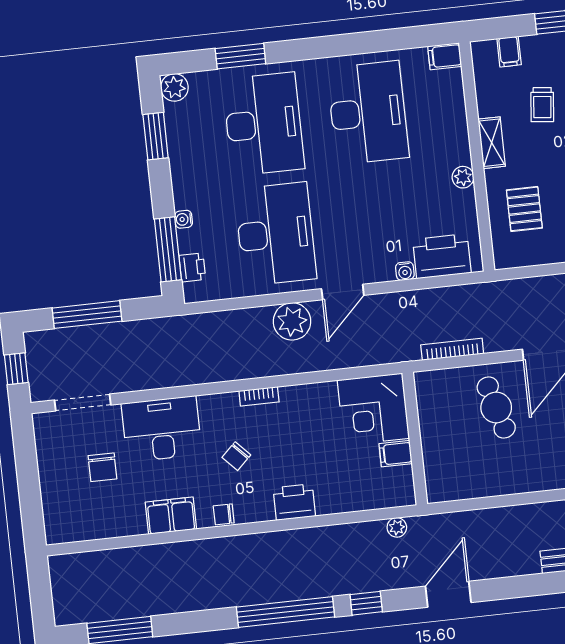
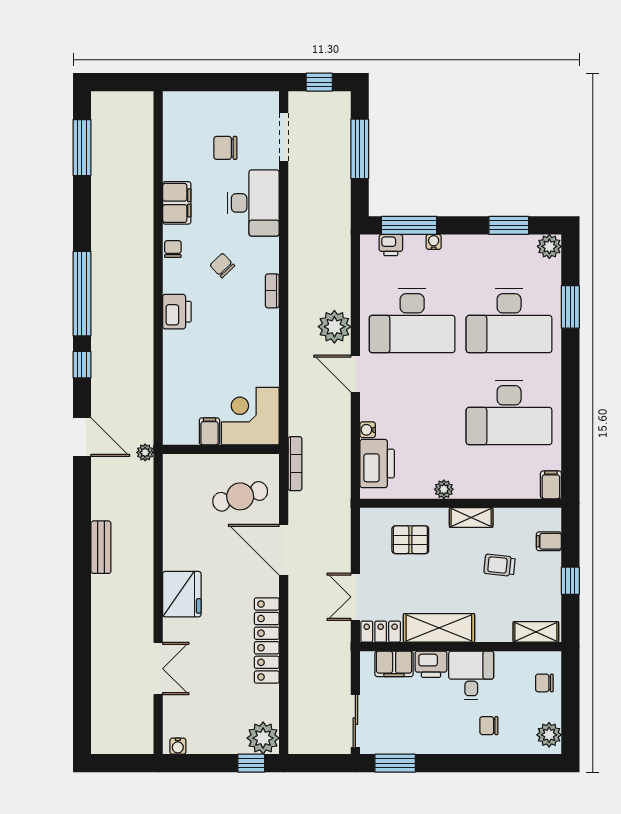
corner desk: (373, 409) -> (250, 416), moved
wall: (415, 438) -> (221, 449), moved
filing cabinet: (396, 454) -> (209, 431), moved
plant: (397, 527) -> (145, 452), moved

